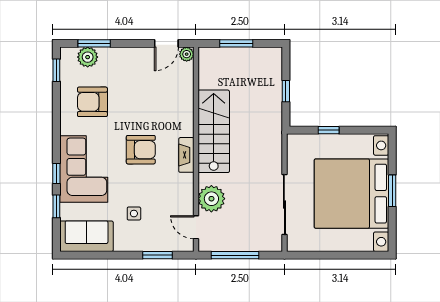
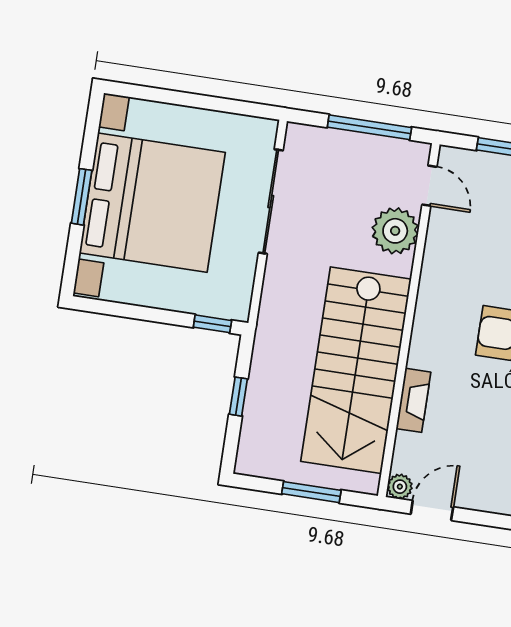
window: (329, 130) -> (212, 324), moved
stairs: (214, 131) -> (356, 370), width x1.36, depth x1.51
fireplace: (186, 155) -> (413, 400), moved

